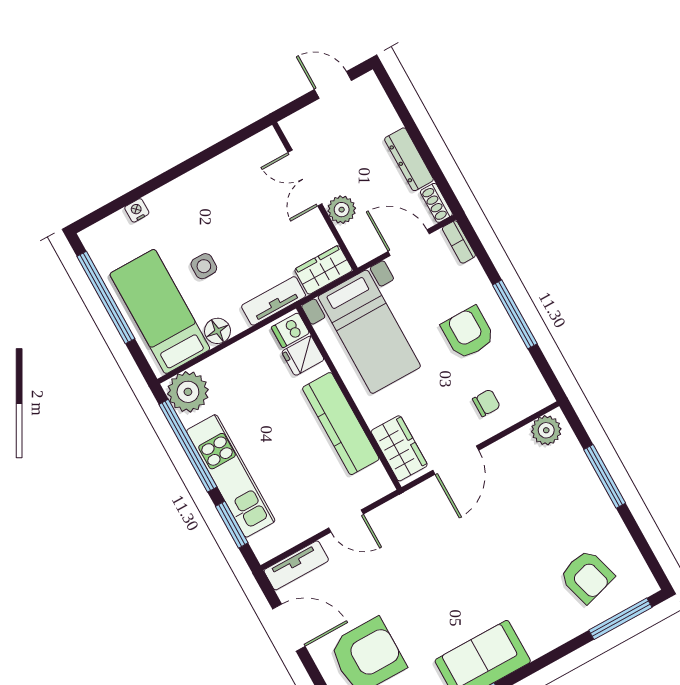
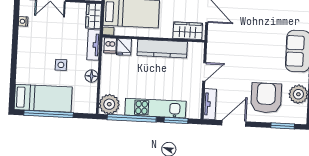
nightstand: (137, 210) -> (23, 21), moved
bed: (160, 311) -> (43, 98), moved, turned 180

